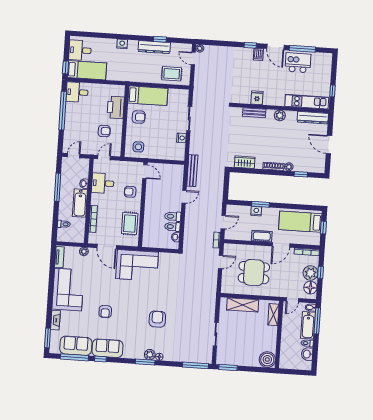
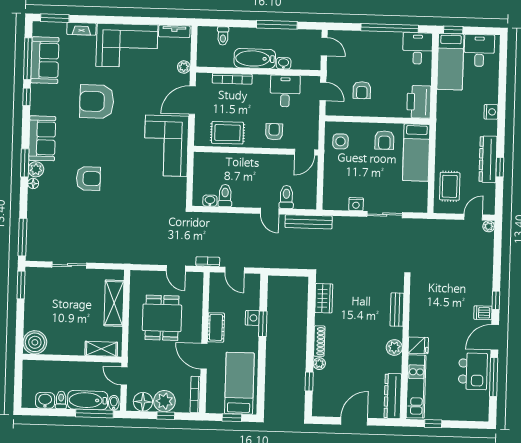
fridge: (257, 98) -> (418, 345), moved
printer: (116, 107) -> (419, 102), moved, turned -90
toilet: (173, 216) -> (286, 197), moved
armchair: (105, 312) -> (97, 101), width x1.88, depth x1.88
sofa: (107, 348) -> (42, 138), moved

